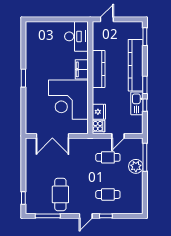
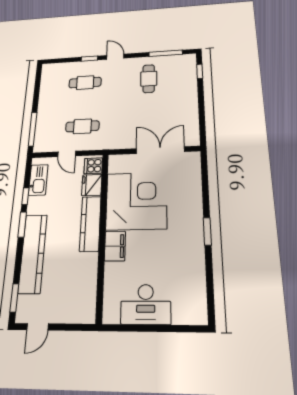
door: (107, 19) -> (38, 327), moved
desk: (76, 36) -> (146, 304), moved, turned -90
kitchen counter: (99, 69) -> (90, 224), moved
kitchen sink: (137, 103) -> (38, 180), moved
door: (118, 136) -> (67, 154), swing flipped
plant: (136, 166) -> (46, 117), removed
cafe table: (60, 194) -> (149, 79), width x0.73, depth x0.74
door: (86, 216) -> (115, 57), hinge flipped

